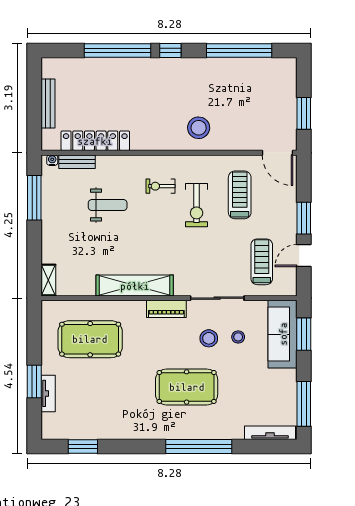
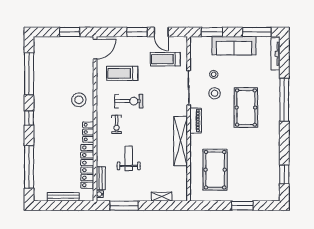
window: (117, 50) -> (29, 167), moved
locker: (149, 142) -> (88, 132), added
shelving: (48, 280) -> (162, 197), moved
sofa: (283, 334) -> (234, 46), moved
tv unit: (48, 393) -> (250, 197), removed

